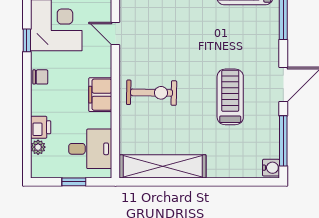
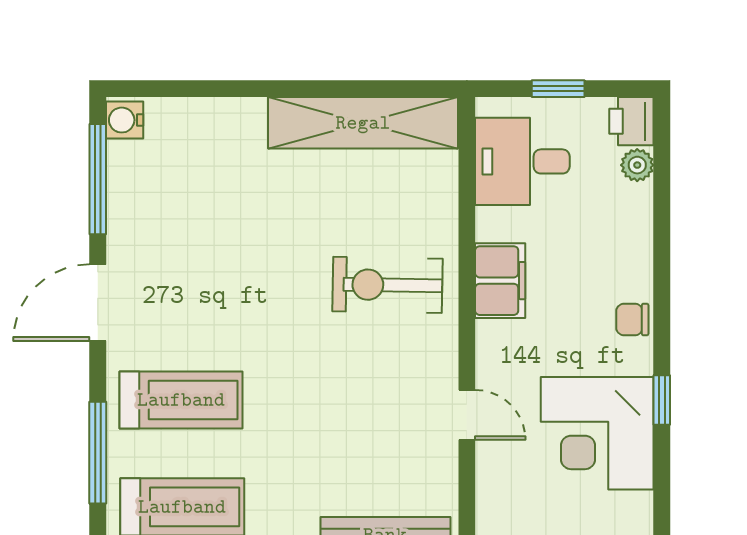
treadmill: (230, 97) -> (181, 400), moved, turned -90
printer: (41, 127) -> (631, 121), moved

